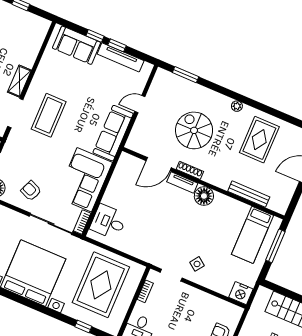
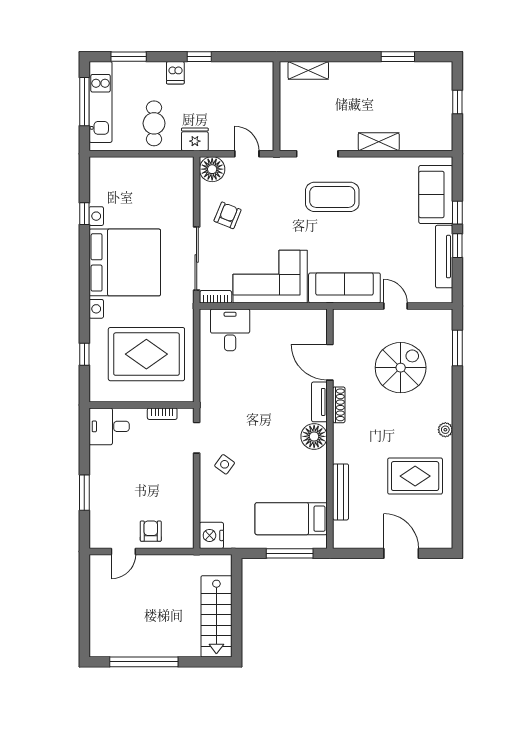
shelving: (19, 81) -> (379, 142), moved
spiral stairs: (194, 130) -> (401, 368), moved

